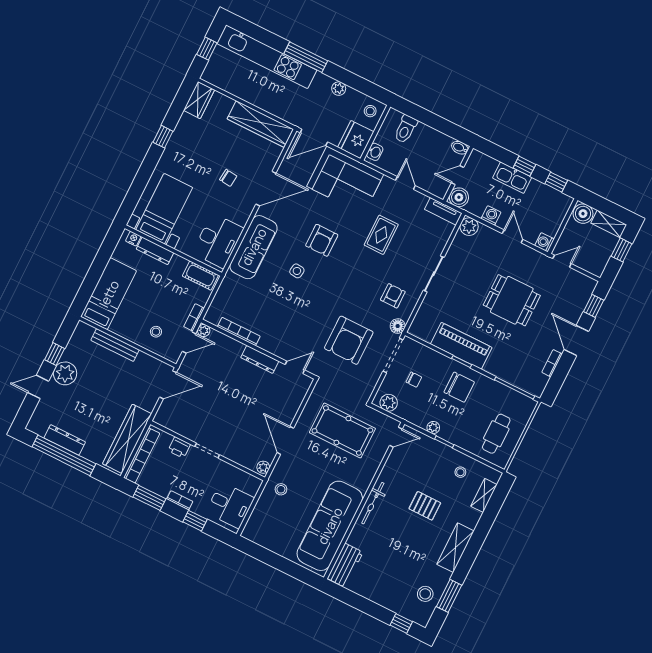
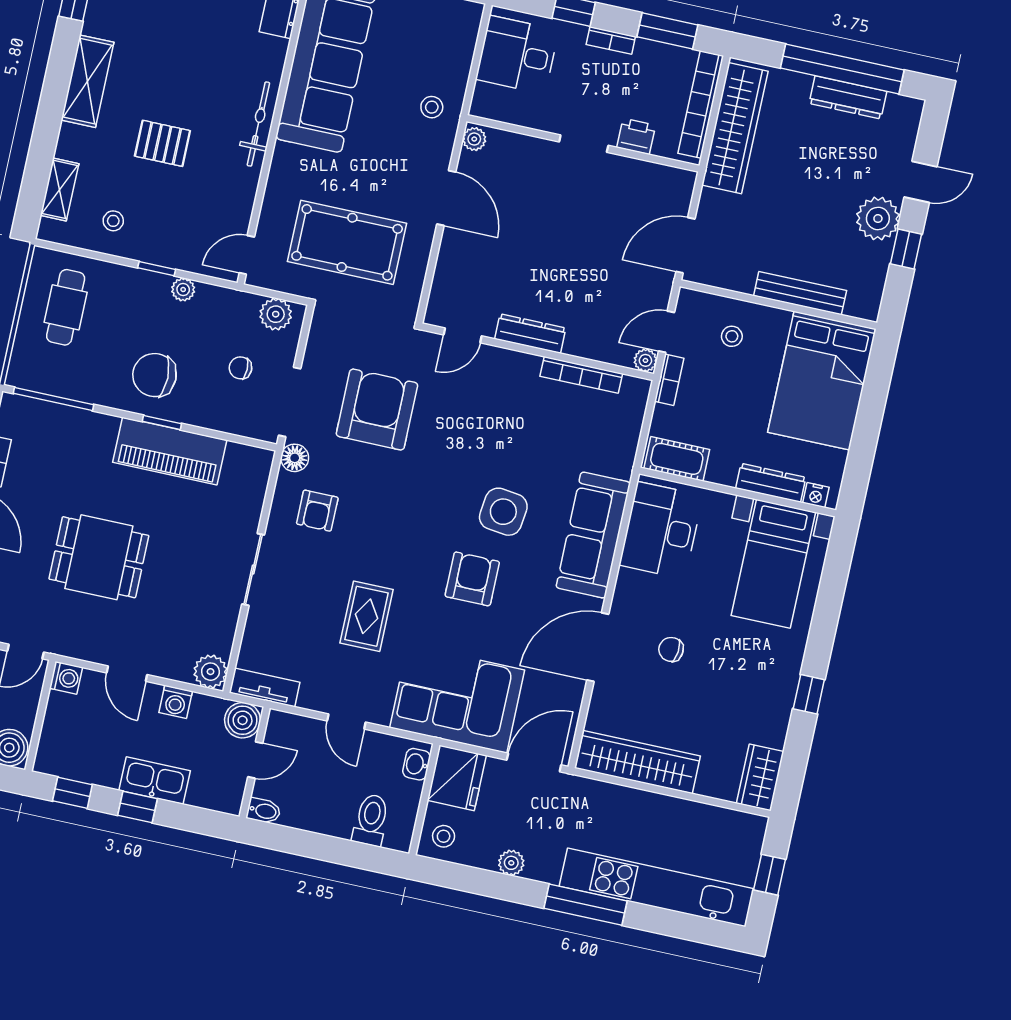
side table: (297, 271) -> (503, 512), width x1.87, depth x1.87
bed: (109, 294) -> (822, 381), width x1.50

